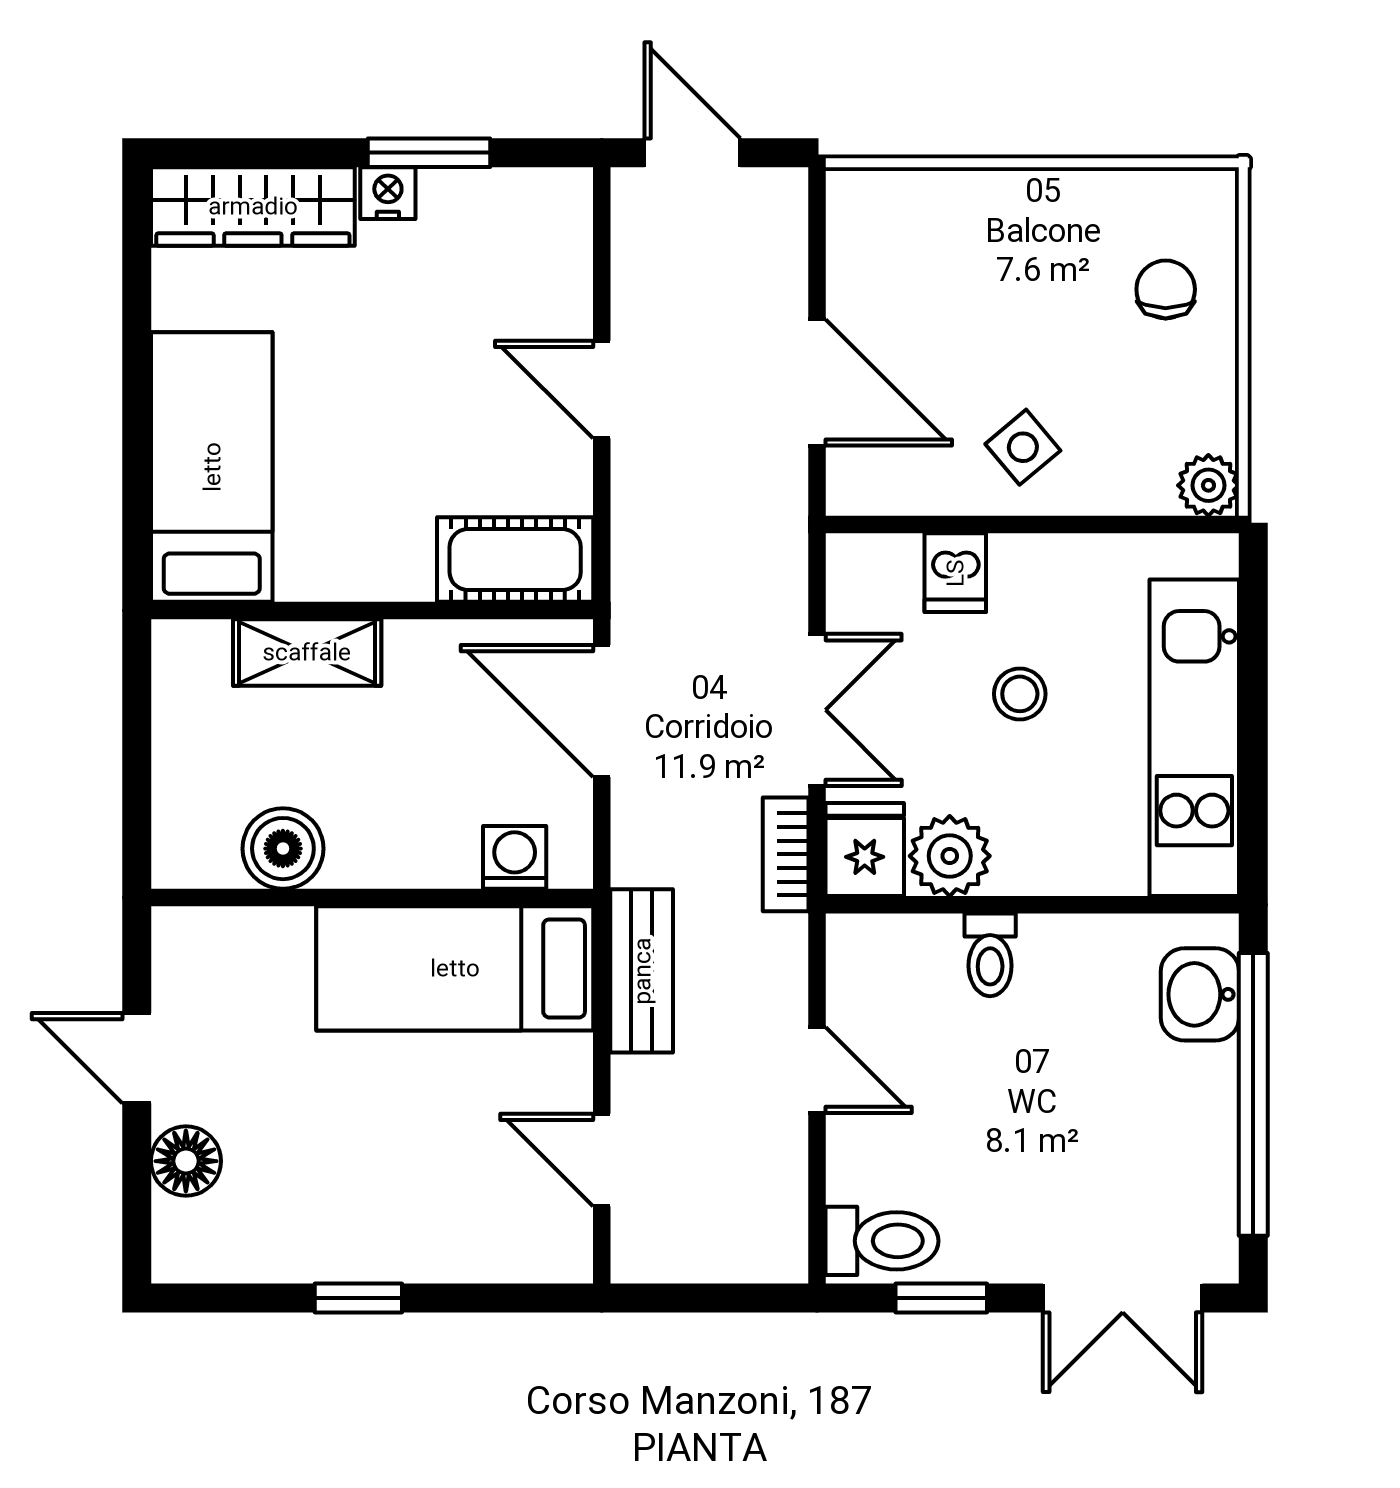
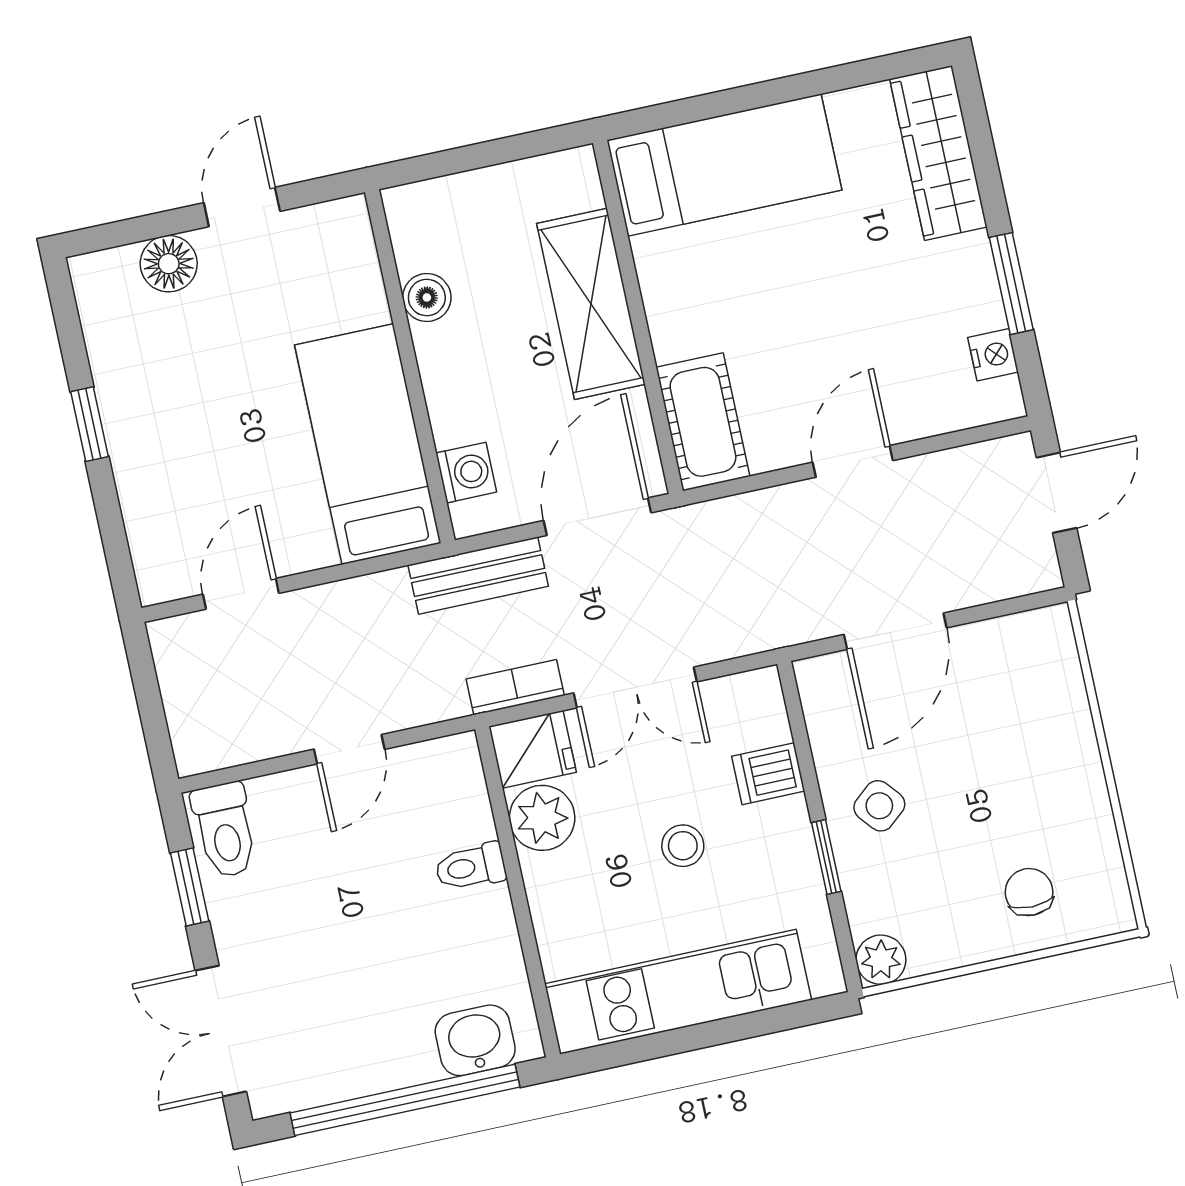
nightstand: (388, 193) -> (993, 355), moved
chair: (1166, 289) -> (1029, 892), turned -90
window: (1071, 524) -> (826, 857), added
shelving: (307, 652) -> (591, 304), width x1.50, depth x1.33
boiler: (283, 849) -> (427, 297), width x0.73, depth x0.73
bench: (642, 971) -> (478, 576), moved

